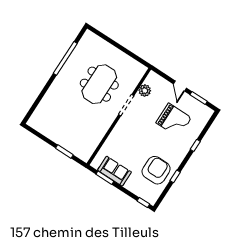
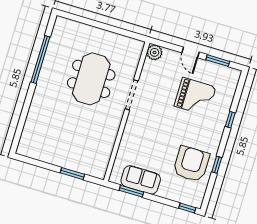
plant: (145, 91) -> (155, 52), moved

